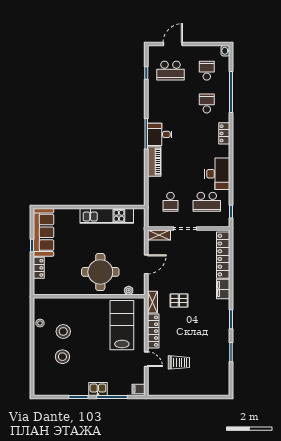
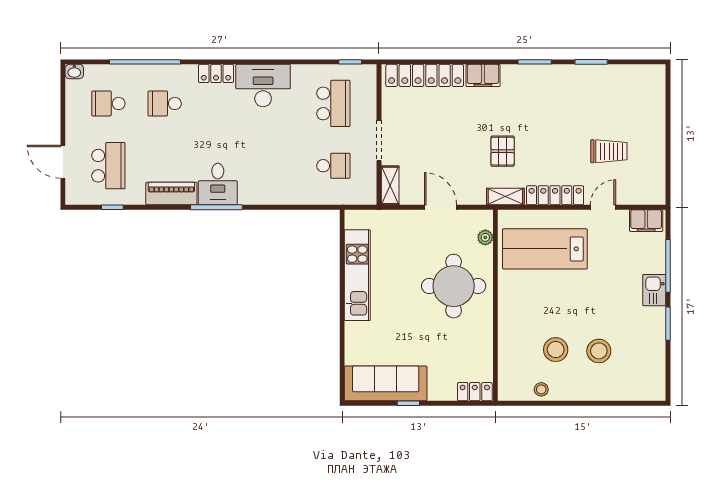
piano: (154, 161) -> (171, 194), moved
desk: (217, 174) -> (263, 86), moved
locker: (39, 268) -> (475, 392), moved
trolley: (179, 362) -> (609, 151), turned 90
filing cabinet: (138, 389) -> (646, 221), width x2.00

